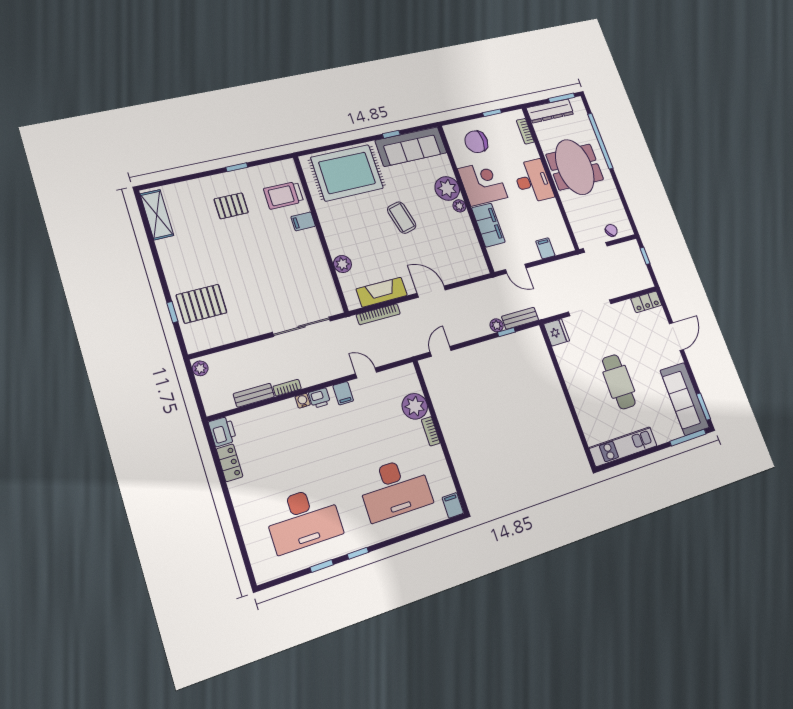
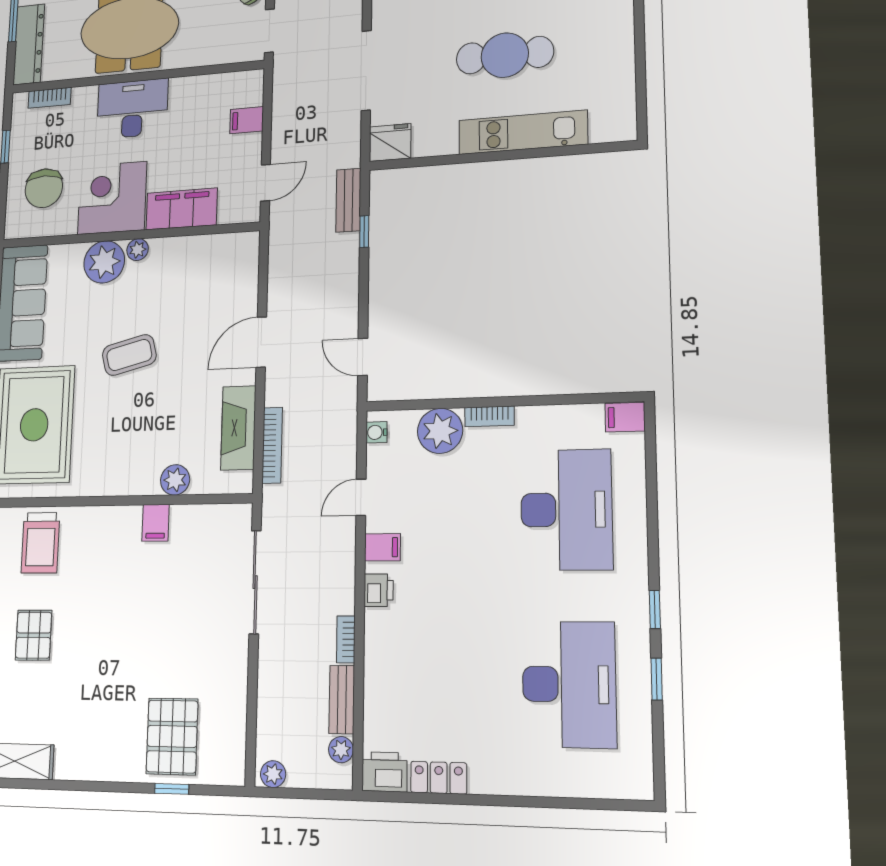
filing cabinet: (303, 221) -> (156, 523), moved
plant: (497, 325) -> (341, 750), moved
water cooler: (303, 401) -> (377, 432), moved
kitchen unit: (623, 447) -> (523, 132), moved, turned 90

